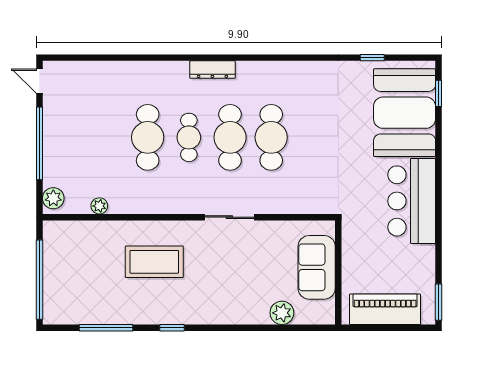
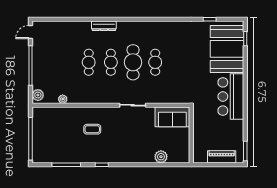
dresser: (212, 70) -> (104, 26), moved
door: (39, 81) -> (30, 32), hinge flipped
cafe table: (148, 137) -> (89, 62), width x0.73, depth x0.74
cafe table: (271, 137) -> (155, 62), width x0.73, depth x0.74
coffee table: (154, 262) -> (92, 129), width x0.54, depth x0.58
sofa: (317, 267) -> (172, 117), moved, turned -90
piano: (385, 309) -> (222, 157), width x0.73, depth x0.75

